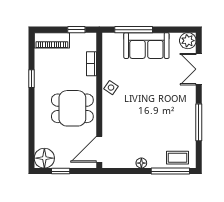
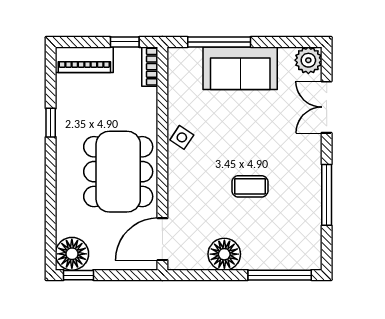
bookcase: (92, 64) -> (150, 67), moved
dining table: (72, 108) -> (118, 172), width x1.37
coffee table: (178, 158) -> (250, 186), moved
floor lamp: (141, 163) -> (224, 254), width x1.89, depth x1.89
window: (61, 171) -> (78, 275), moved

